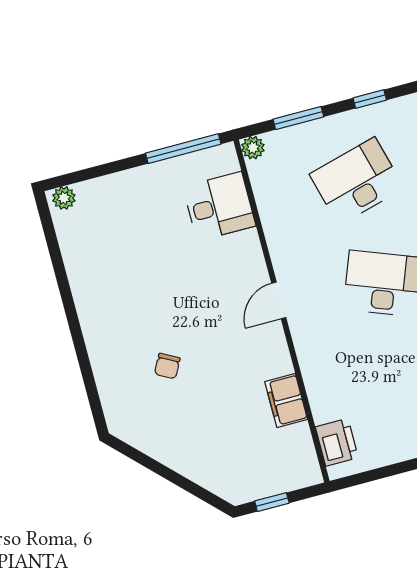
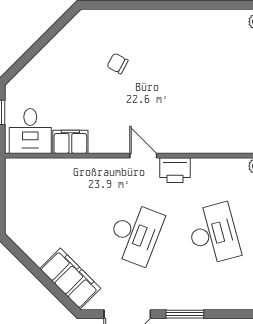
desk: (219, 206) -> (30, 131), moved
printer: (337, 442) -> (175, 170), moved

